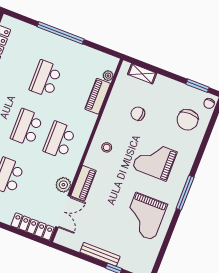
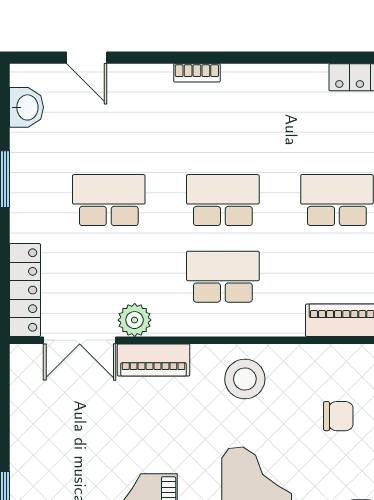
chair: (138, 114) -> (338, 416), turned 86
stool: (107, 147) -> (245, 379), width x1.89, depth x1.89
bench: (100, 254) -> (22, 449), removed

